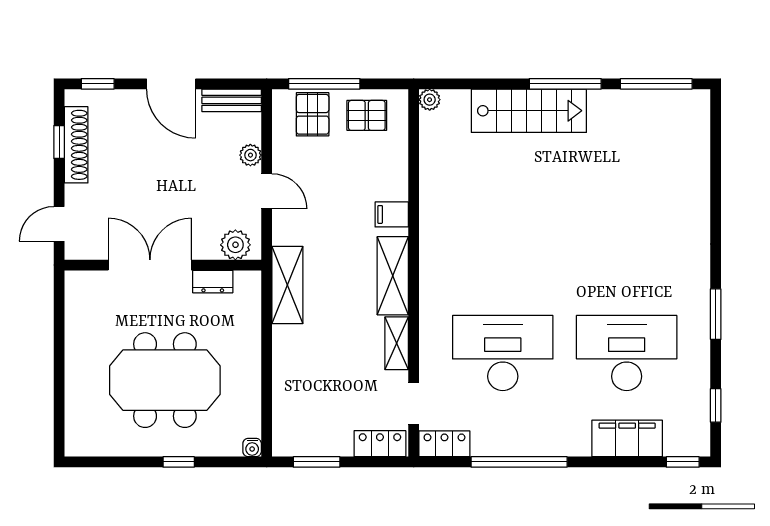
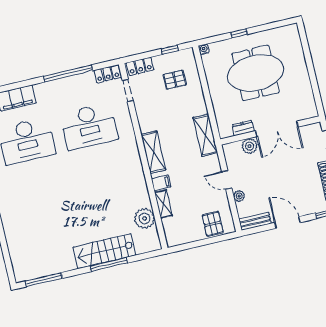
window: (324, 84) -> (210, 241), removed
window: (565, 84) -> (109, 264), moved
plant: (430, 100) -> (144, 218), moved, width x1.87, depth x1.87
pallet: (367, 115) -> (175, 80), moved
plant: (235, 245) -> (250, 146), moved
shelving: (397, 343) -> (163, 204), moved
window: (317, 462) -> (170, 50), width x0.67

